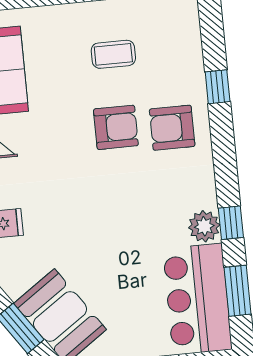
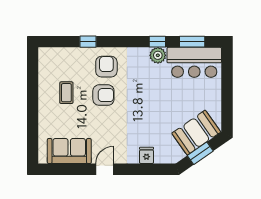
armchair: (116, 127) -> (103, 95), turned 90
armchair: (172, 128) -> (106, 67), turned 180

